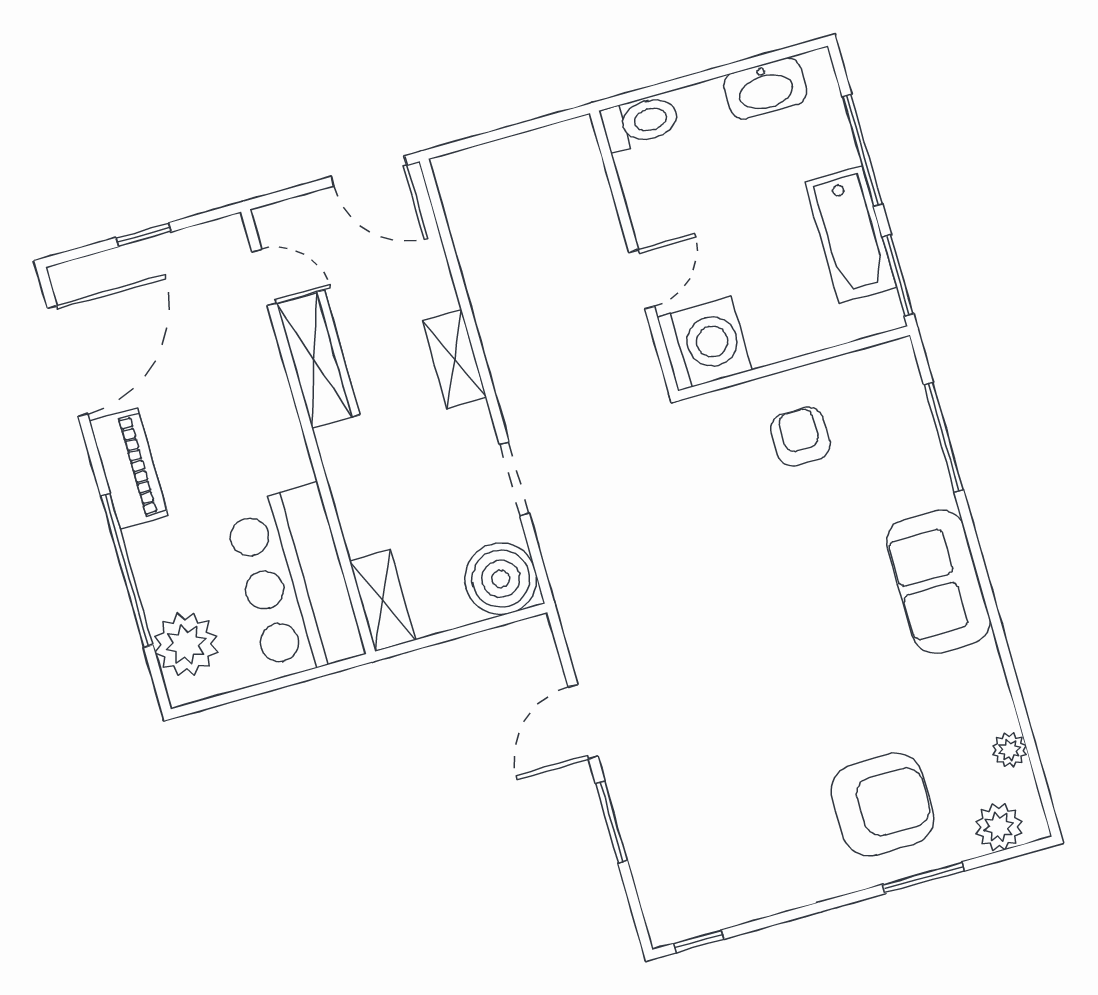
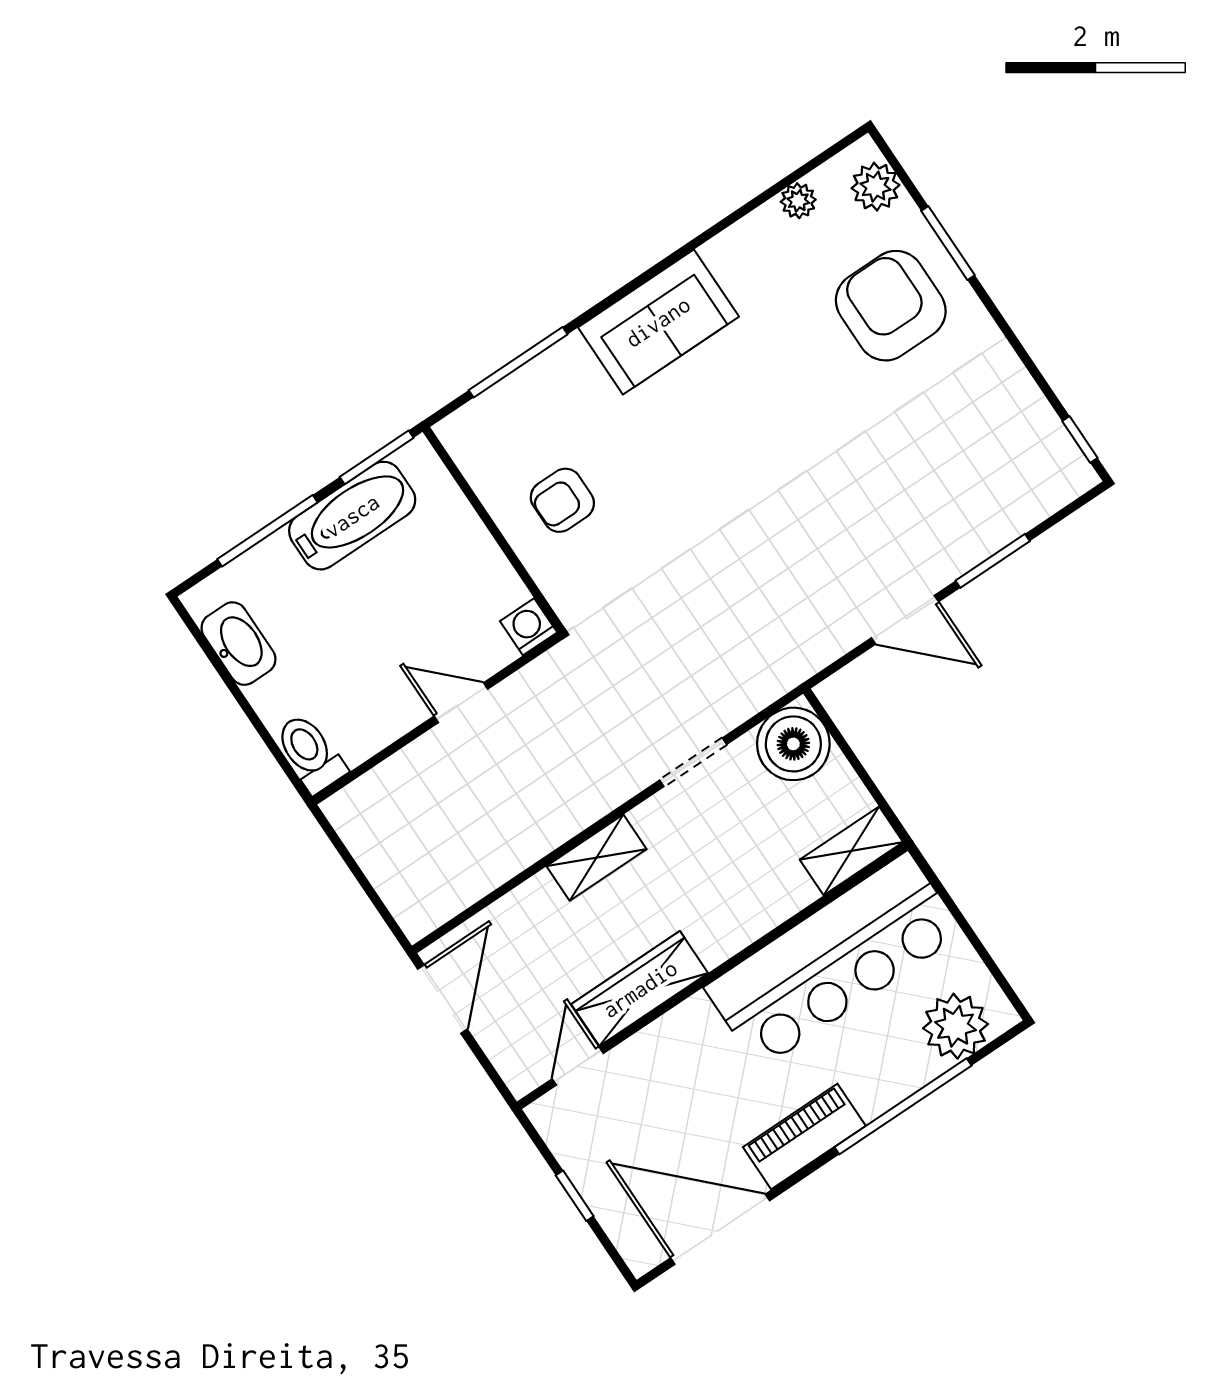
washing machine: (705, 344) -> (529, 627), width x0.53, depth x0.53
bar counter: (294, 581) -> (834, 960), width x1.36

